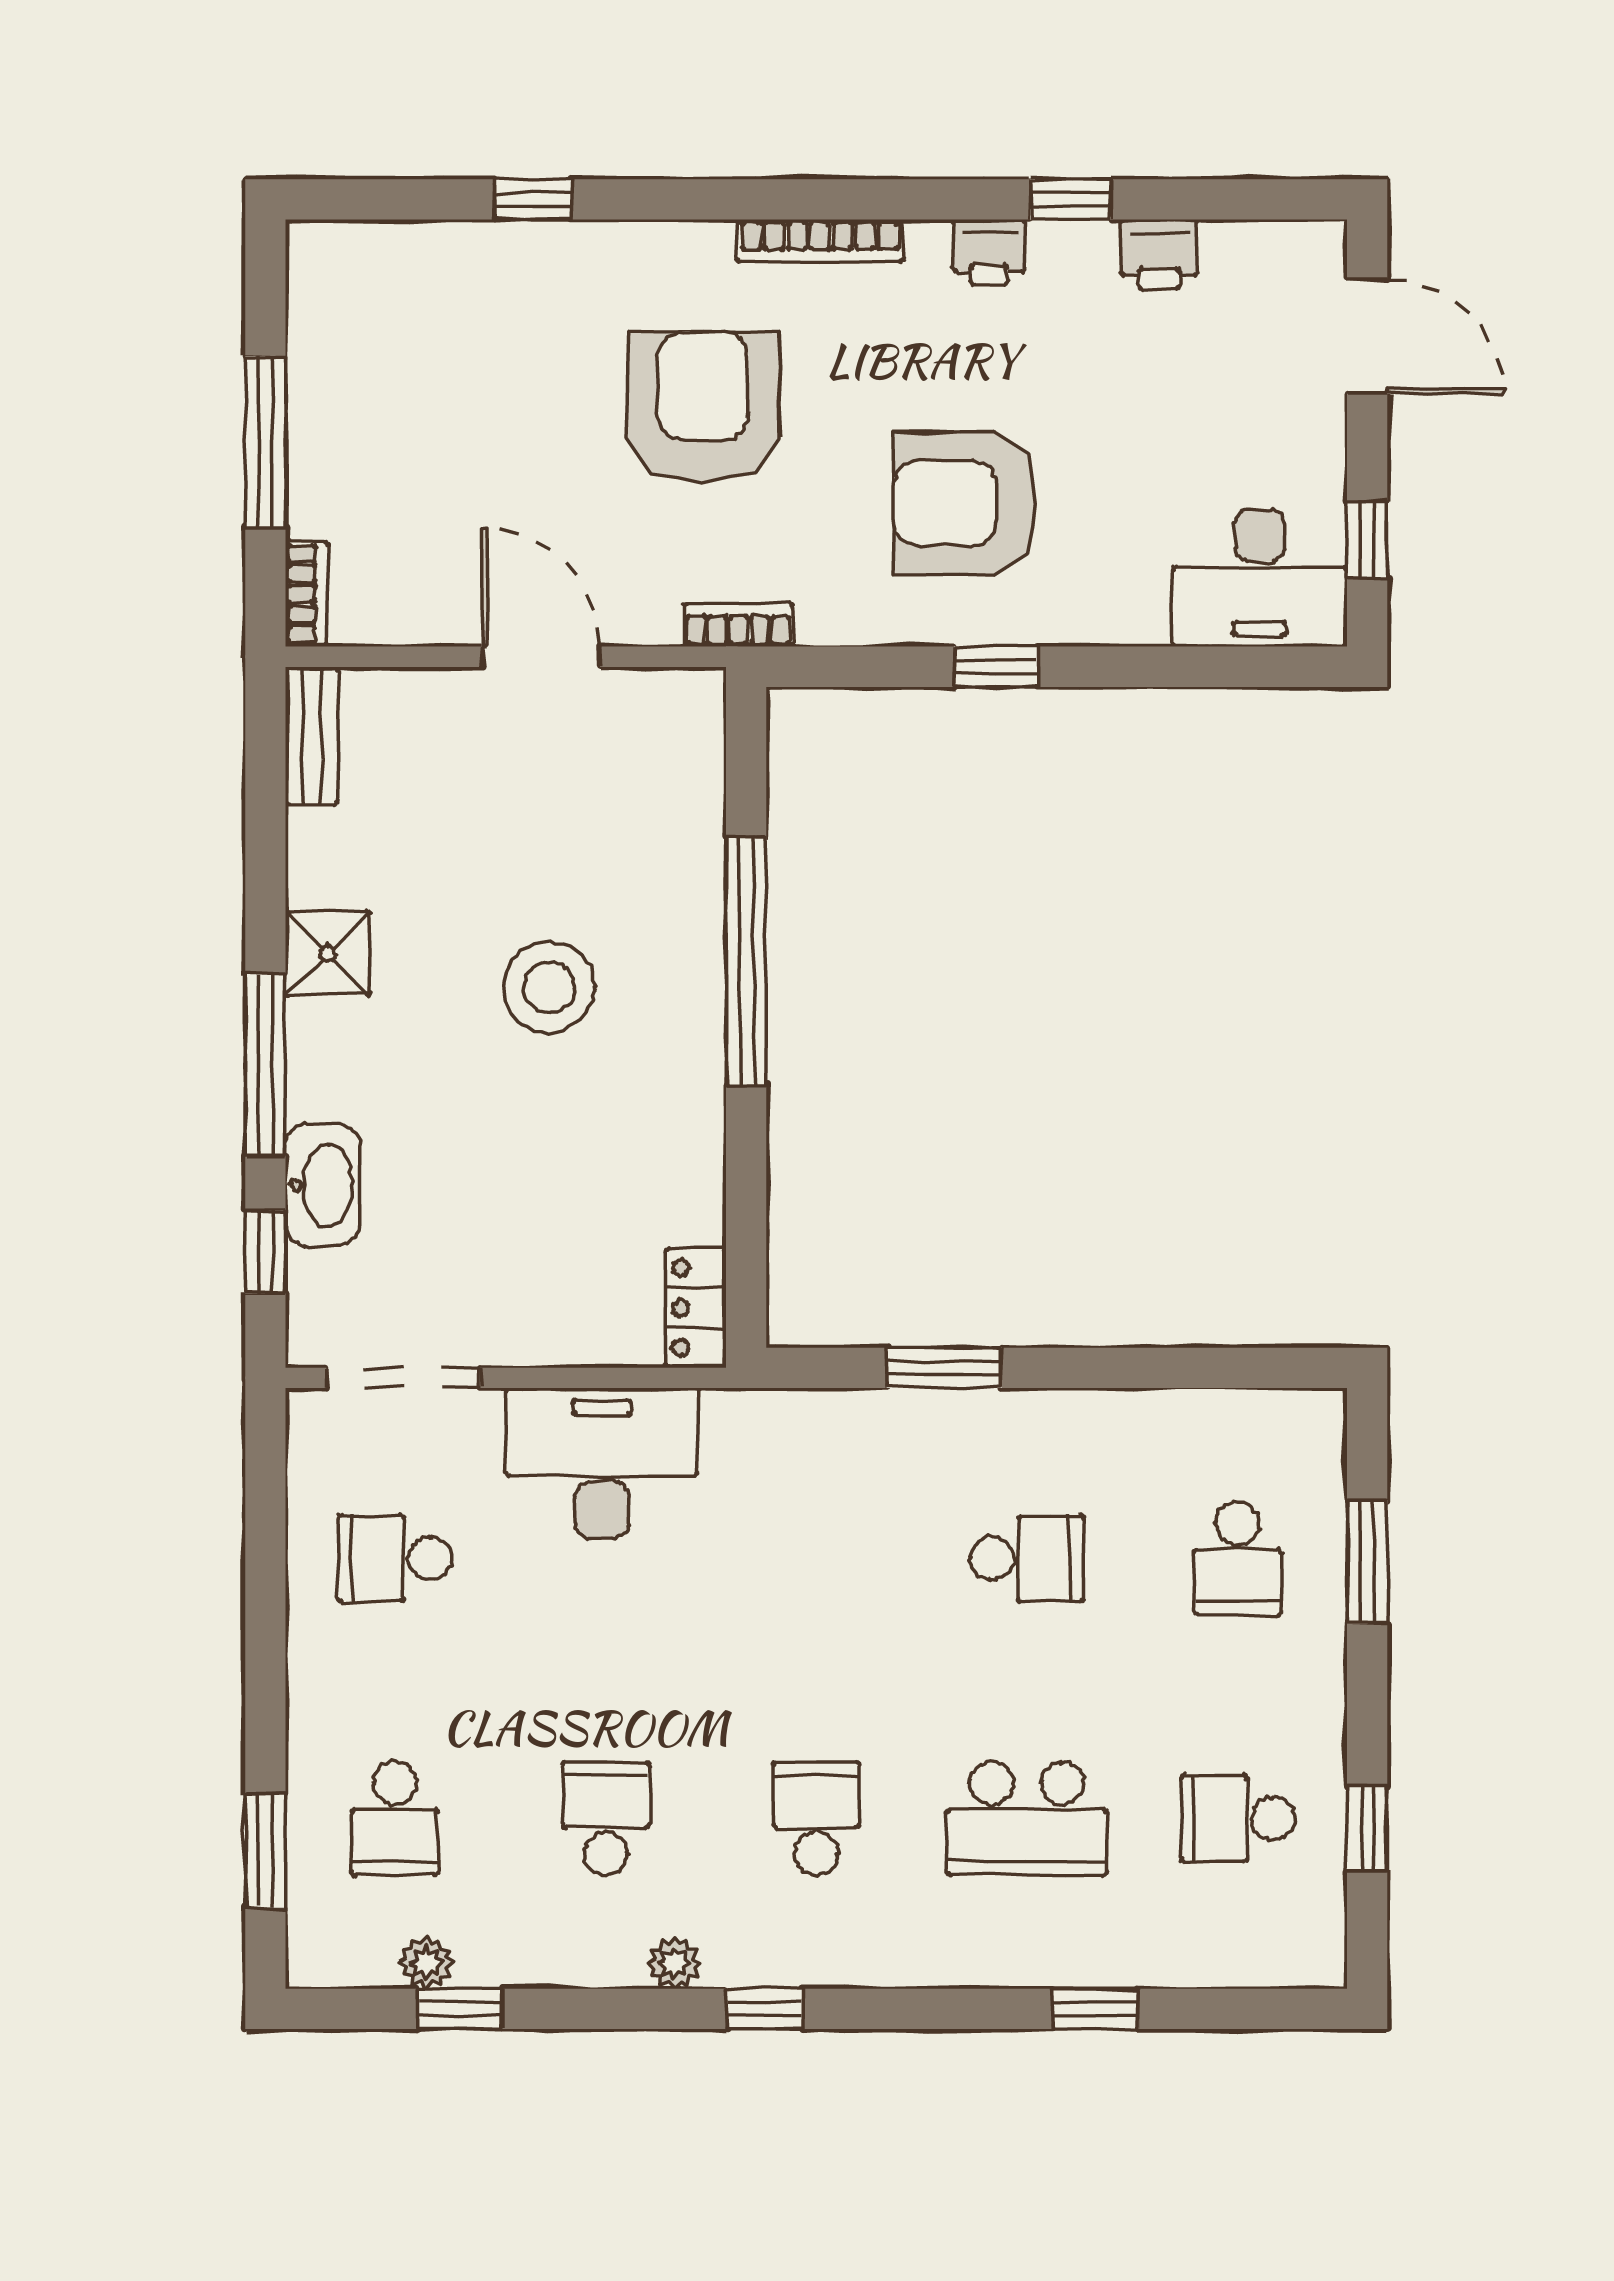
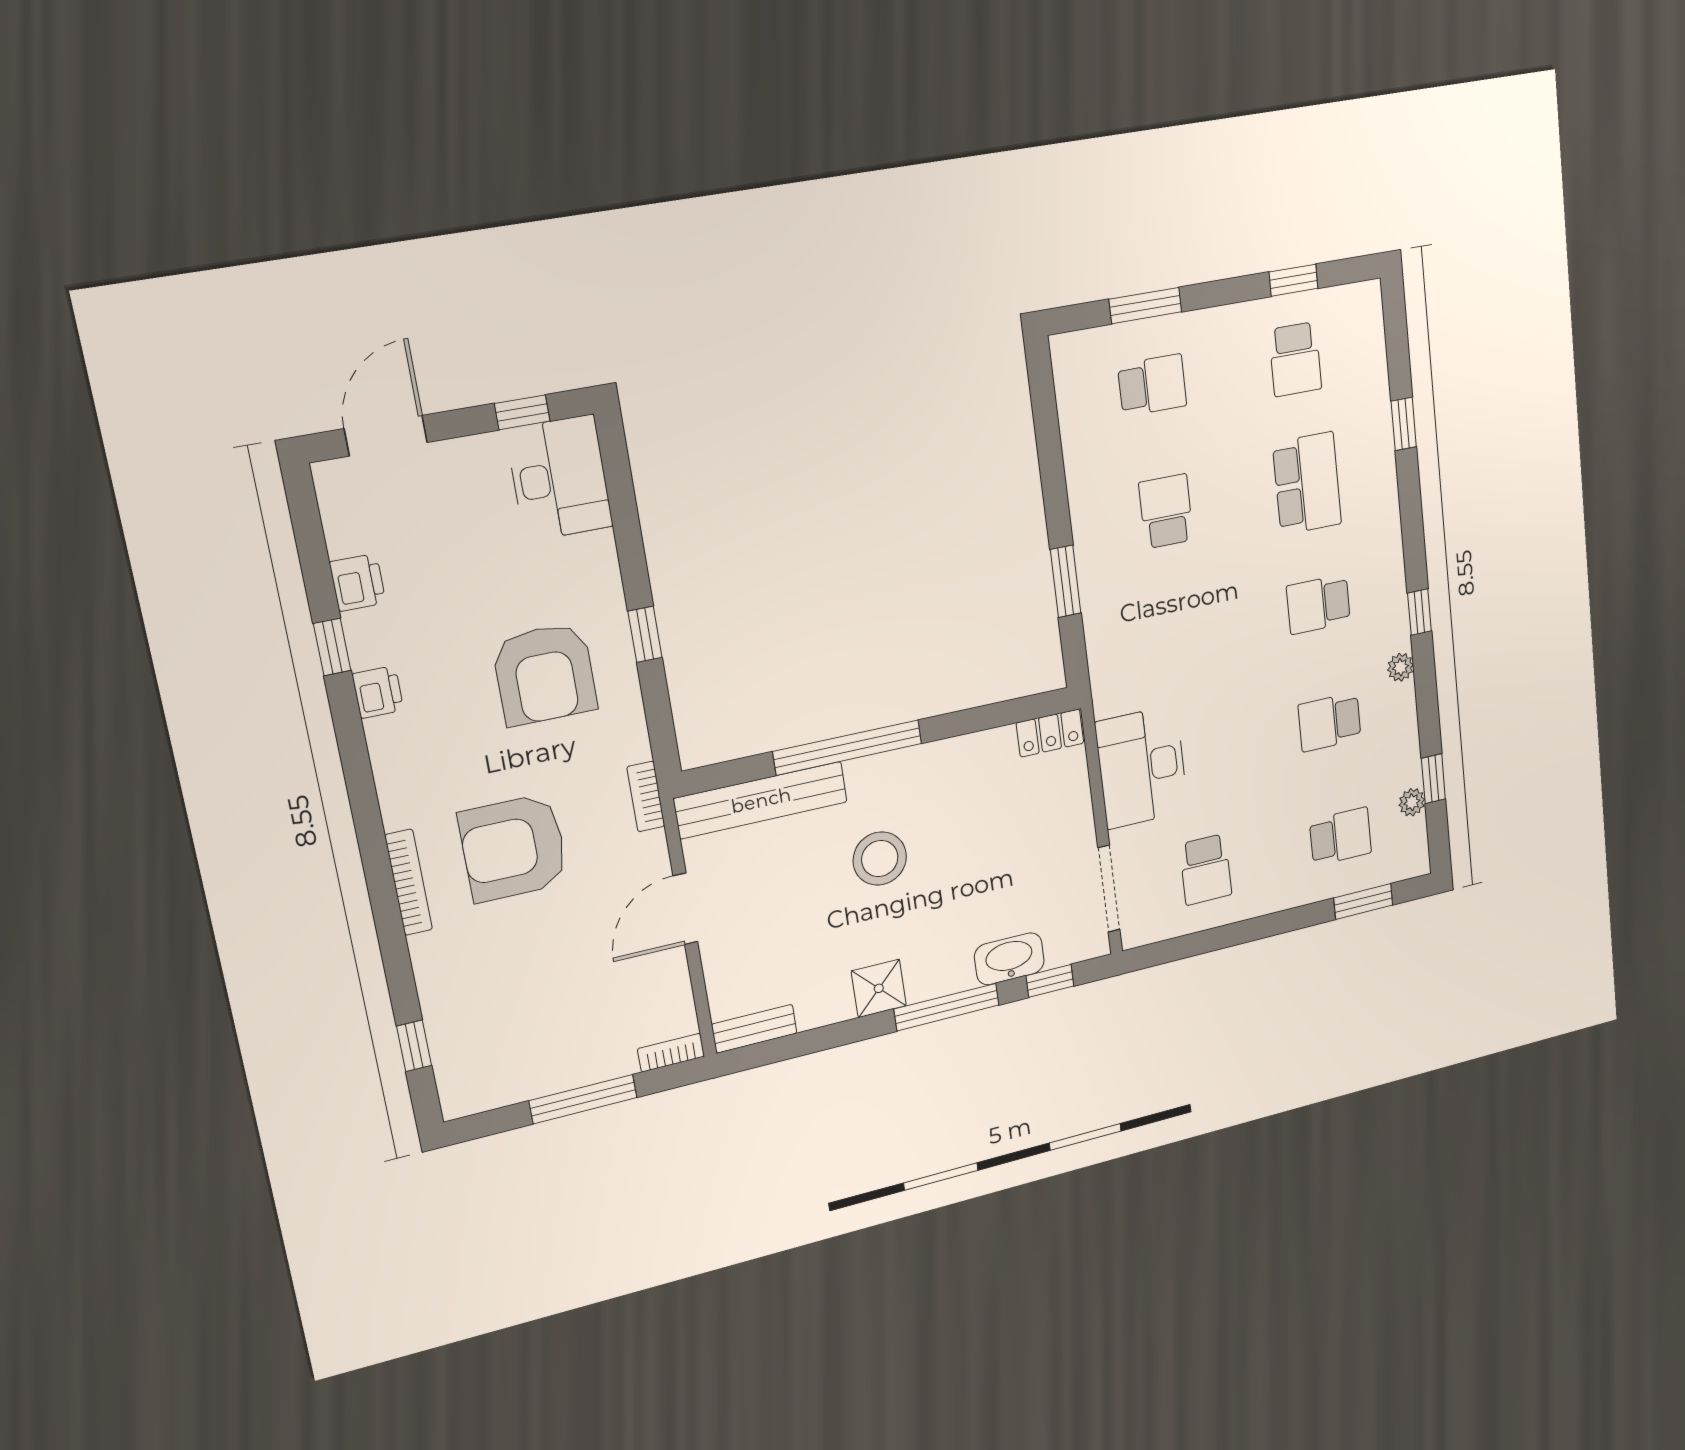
window: (533, 199) -> (414, 1046), moved
bookcase: (820, 241) -> (409, 882), moved
bench: (691, 807) -> (761, 800), added

